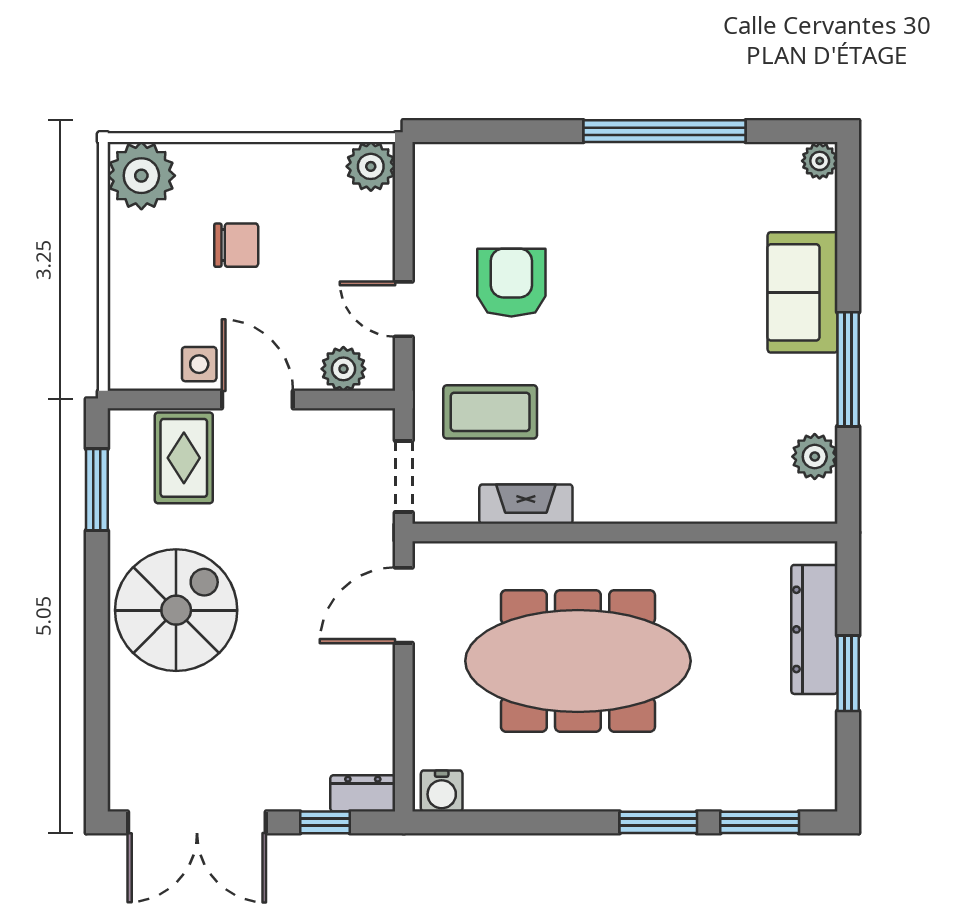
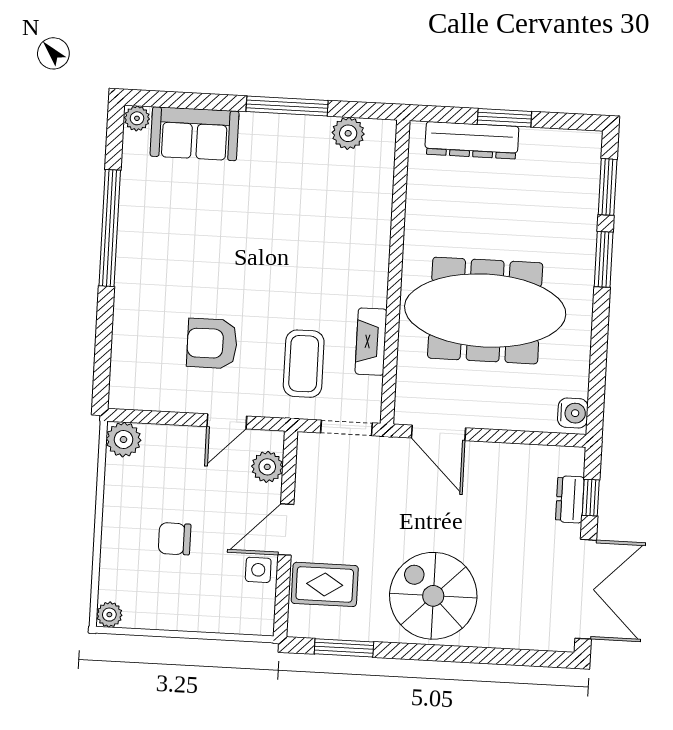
plant: (141, 176) -> (109, 615), width x0.53, depth x0.53
chair: (236, 245) -> (175, 539), turned -90
sofa: (803, 292) -> (195, 134), moved
meeting table: (578, 661) -> (485, 311), turned 90
dresser: (363, 793) -> (570, 499), moved

